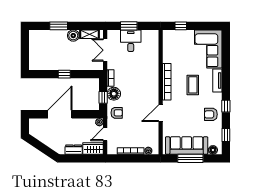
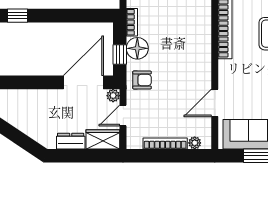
window: (64, 74) -> (18, 16), moved
door: (161, 113) -> (215, 103), moved
door: (60, 114) -> (83, 82), moved

